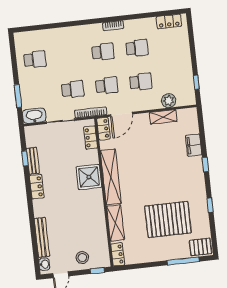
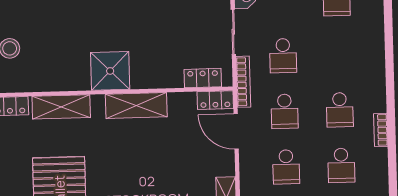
shower: (89, 177) -> (110, 71), moved
shelving: (111, 177) -> (136, 105), width x0.68

